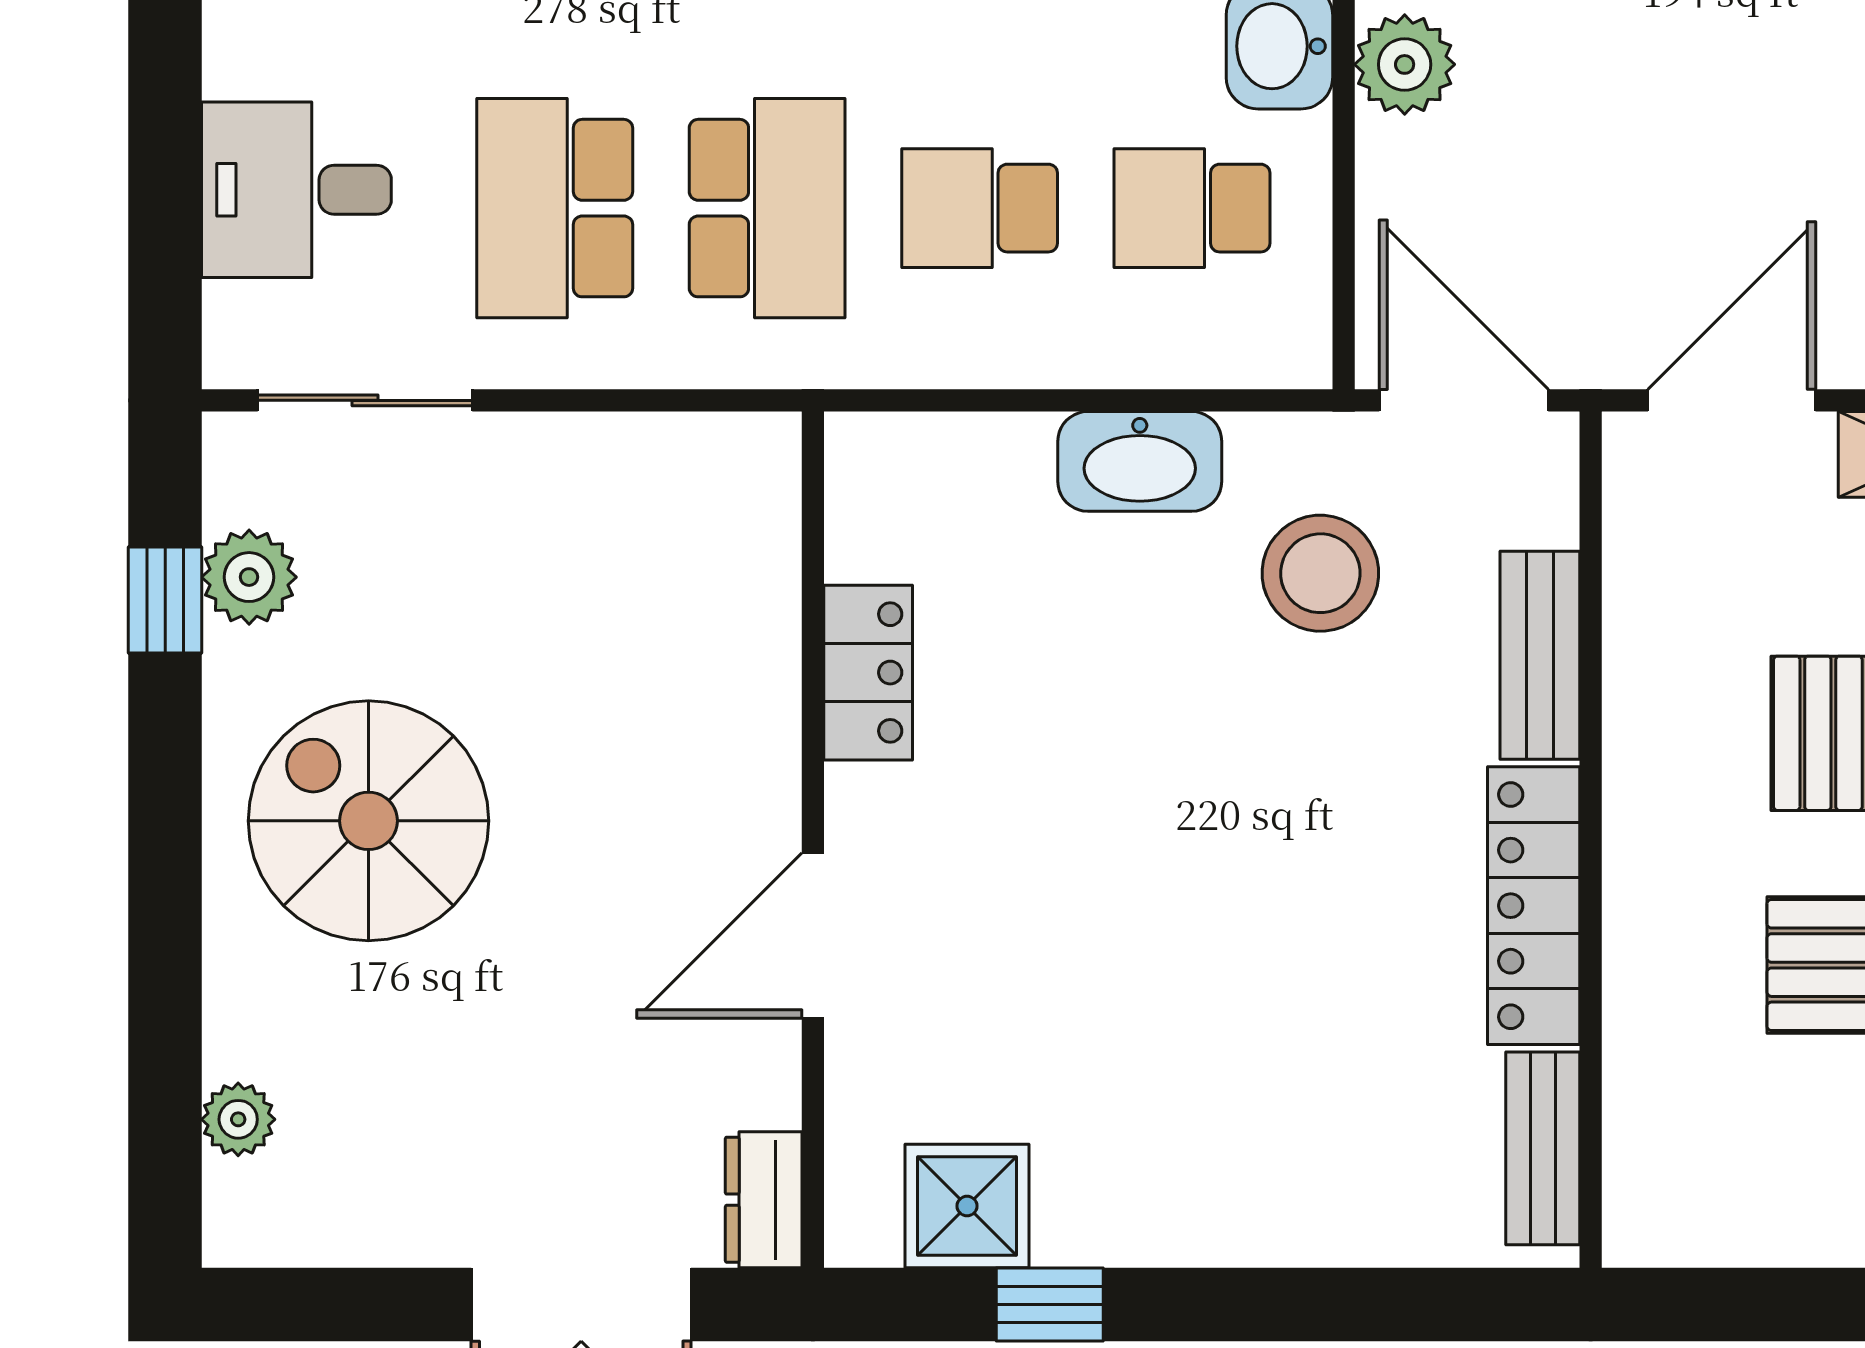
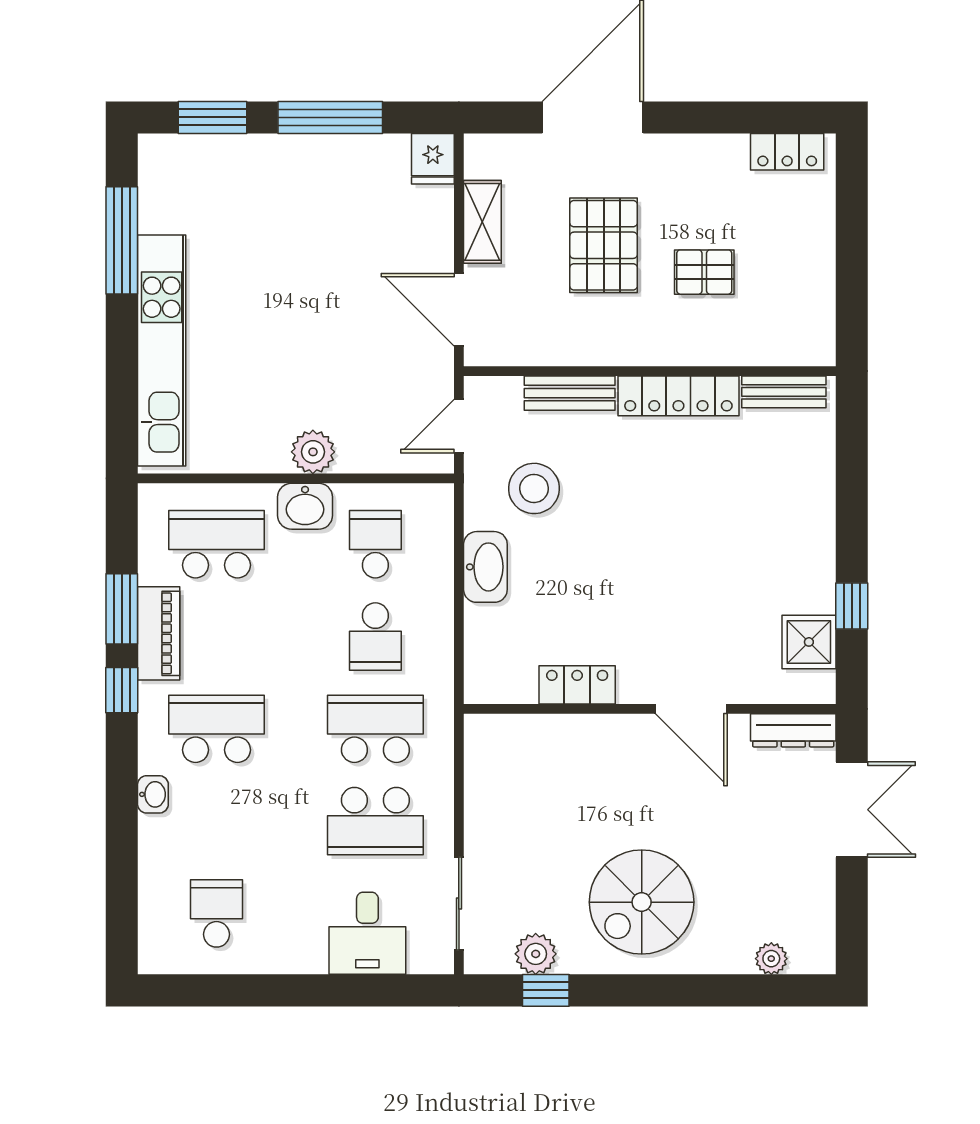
school desk: (1192, 208) -> (375, 544), turned 180
door: (1464, 400) -> (459, 426), width x0.73
dresser: (764, 1200) -> (793, 730), width x1.44

